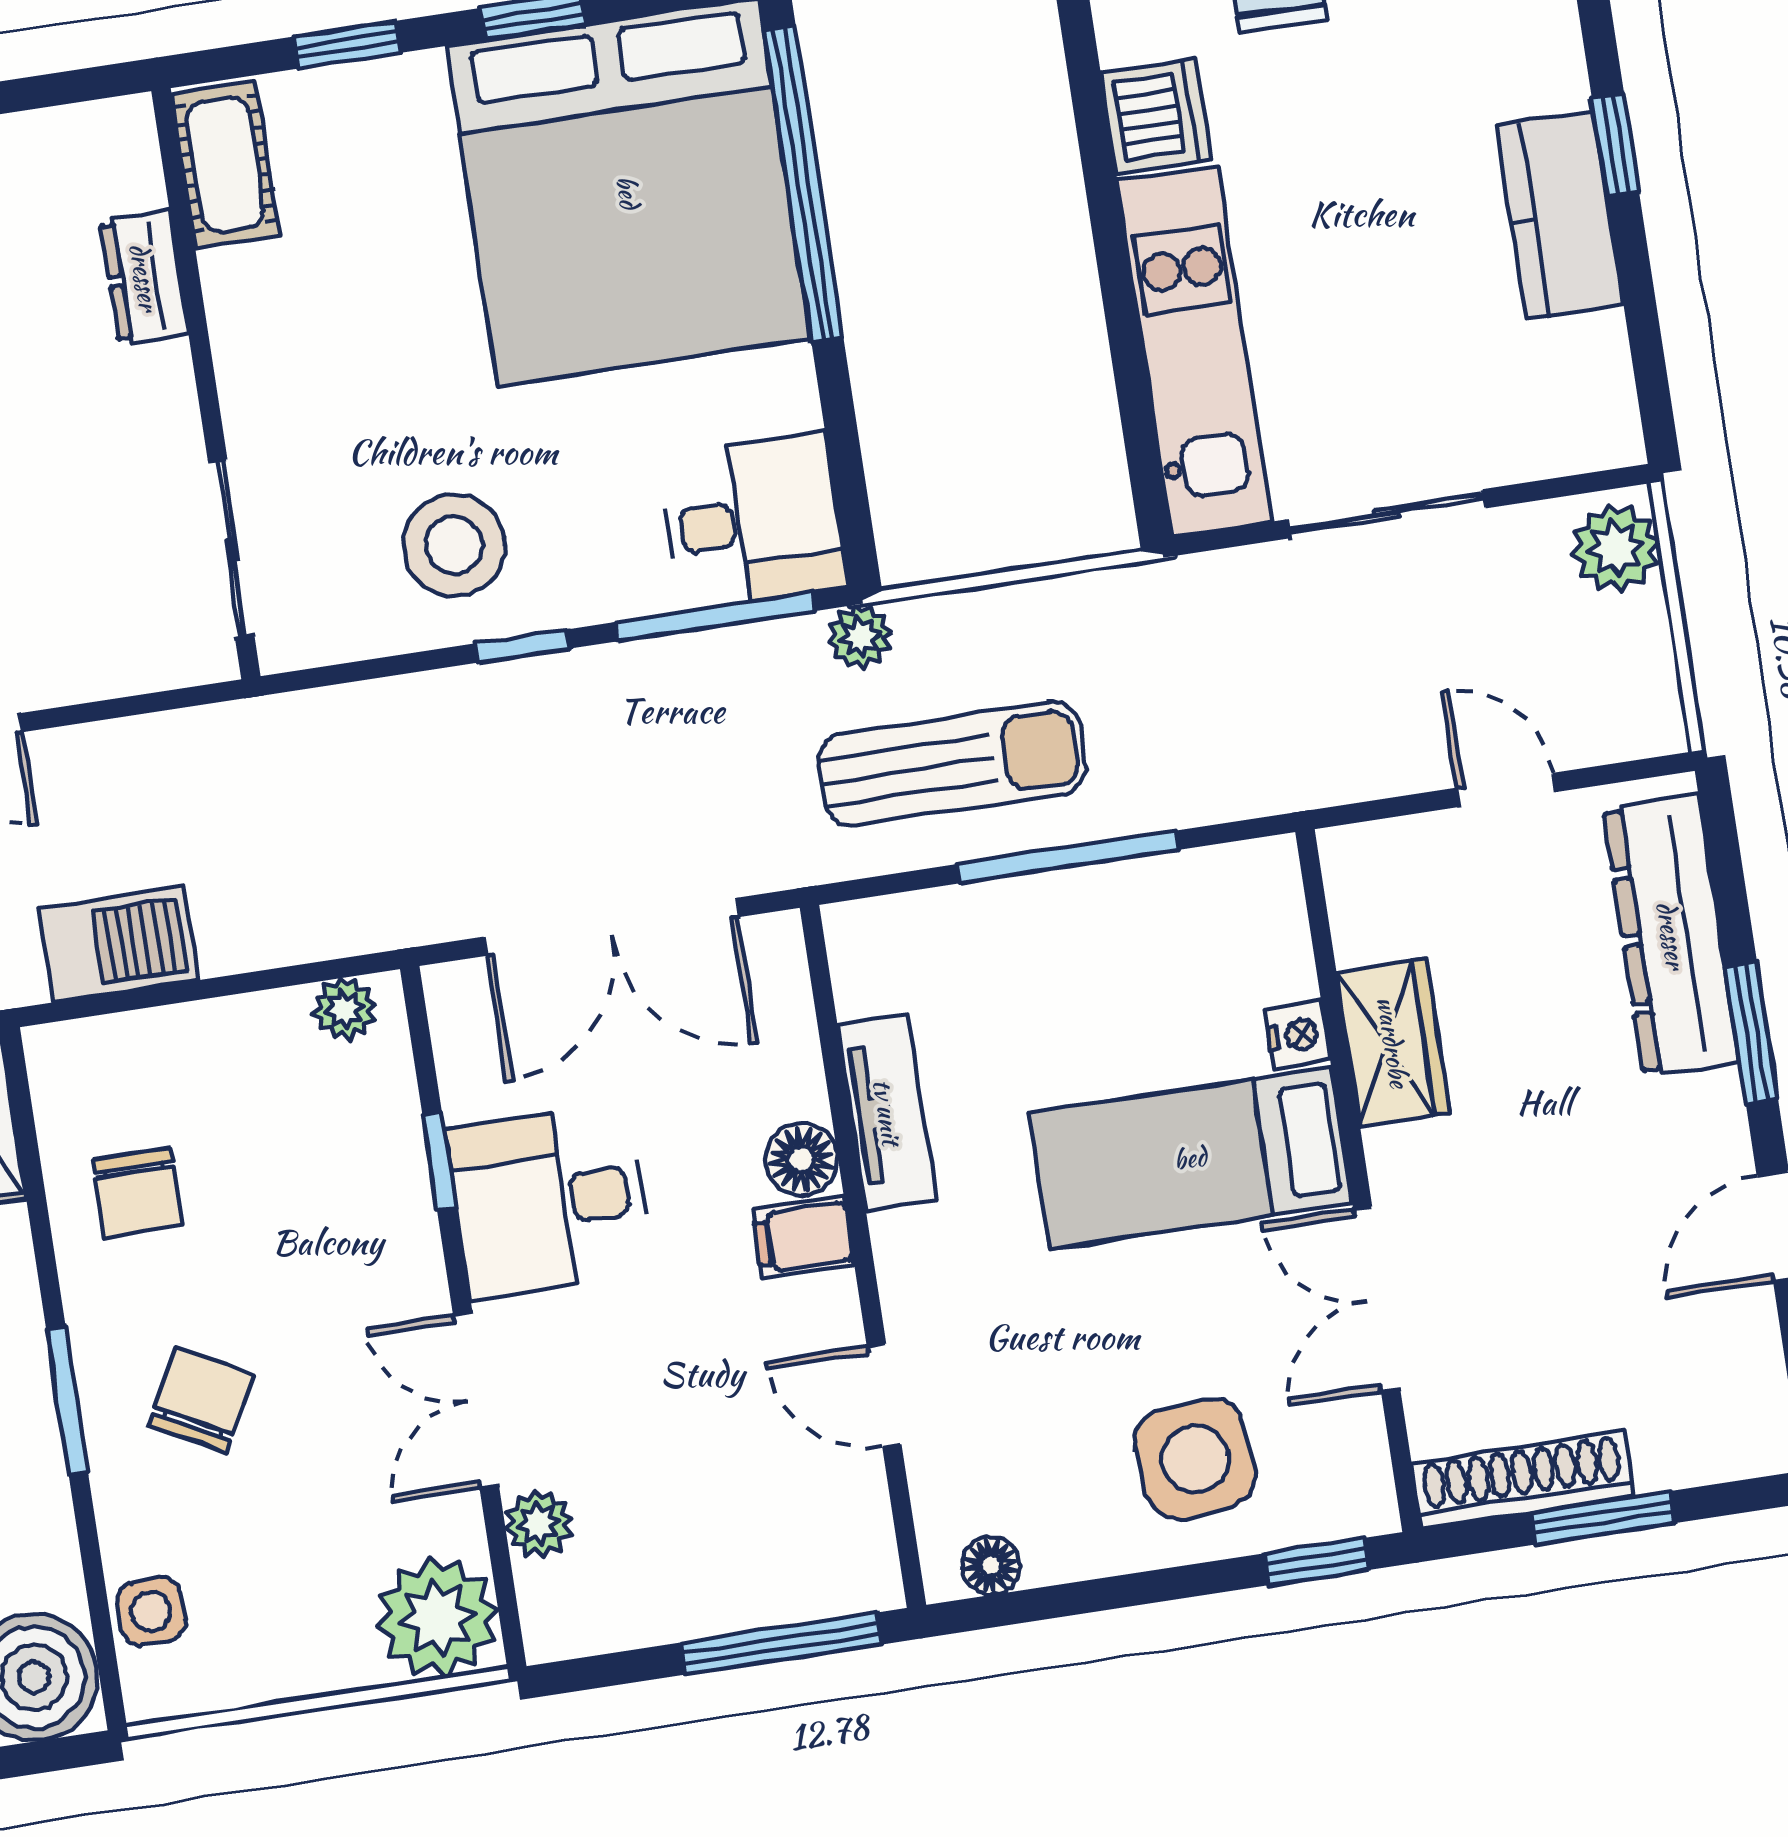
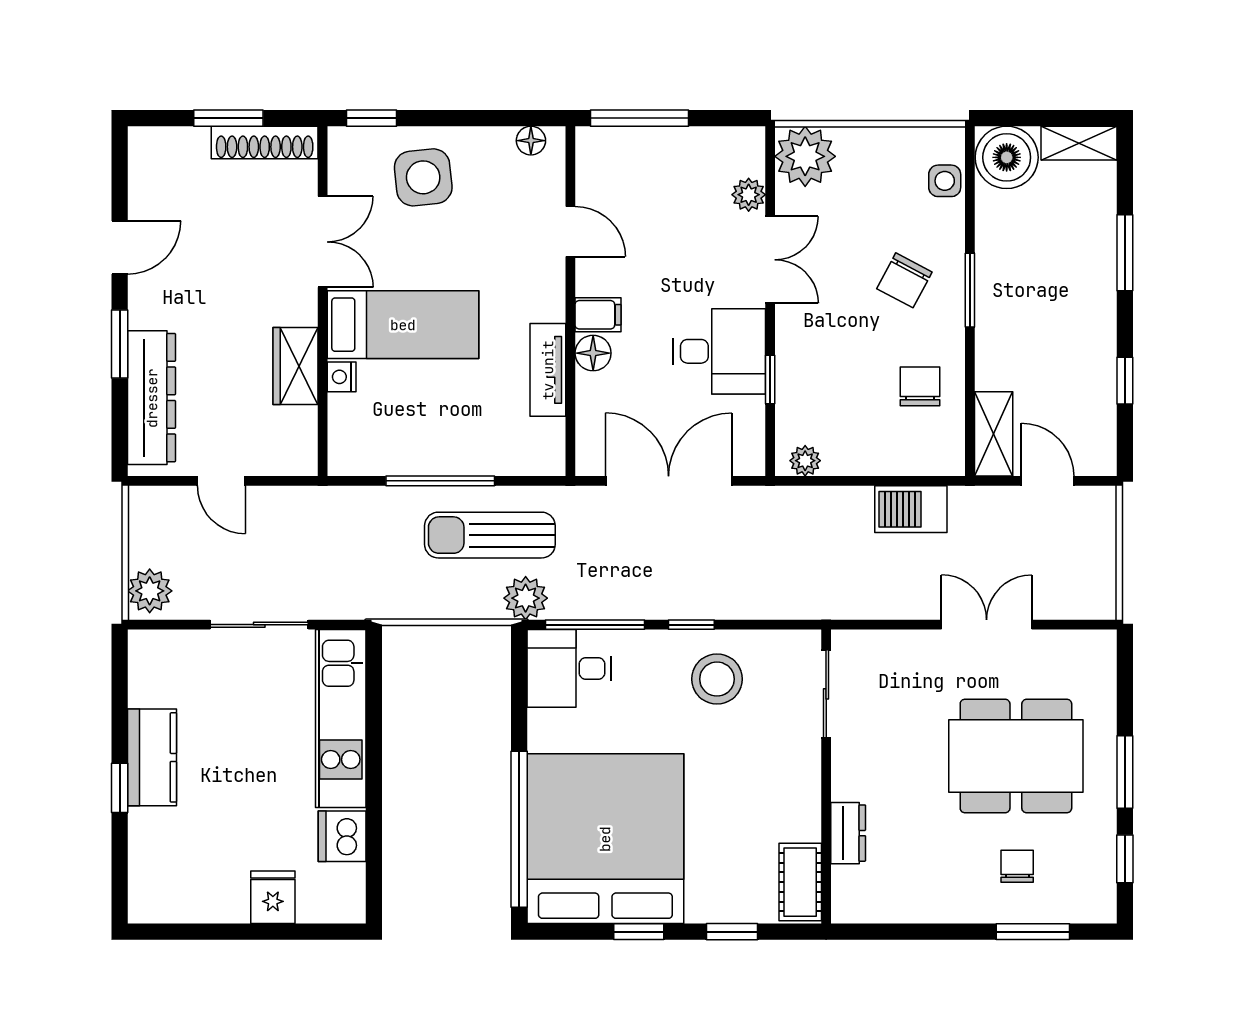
plant: (860, 637) -> (526, 598), width x1.38, depth x1.38

